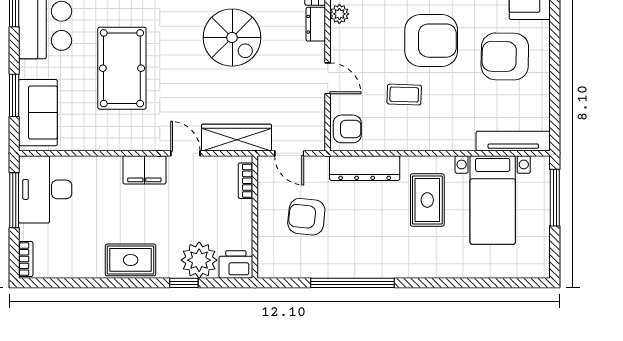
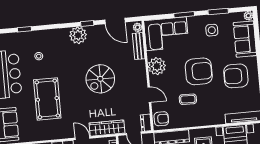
plant: (339, 14) -> (157, 66), width x1.88, depth x1.88
dresser: (316, 24) -> (146, 123), moved
spiral stairs: (232, 38) -> (100, 79), turned 90

